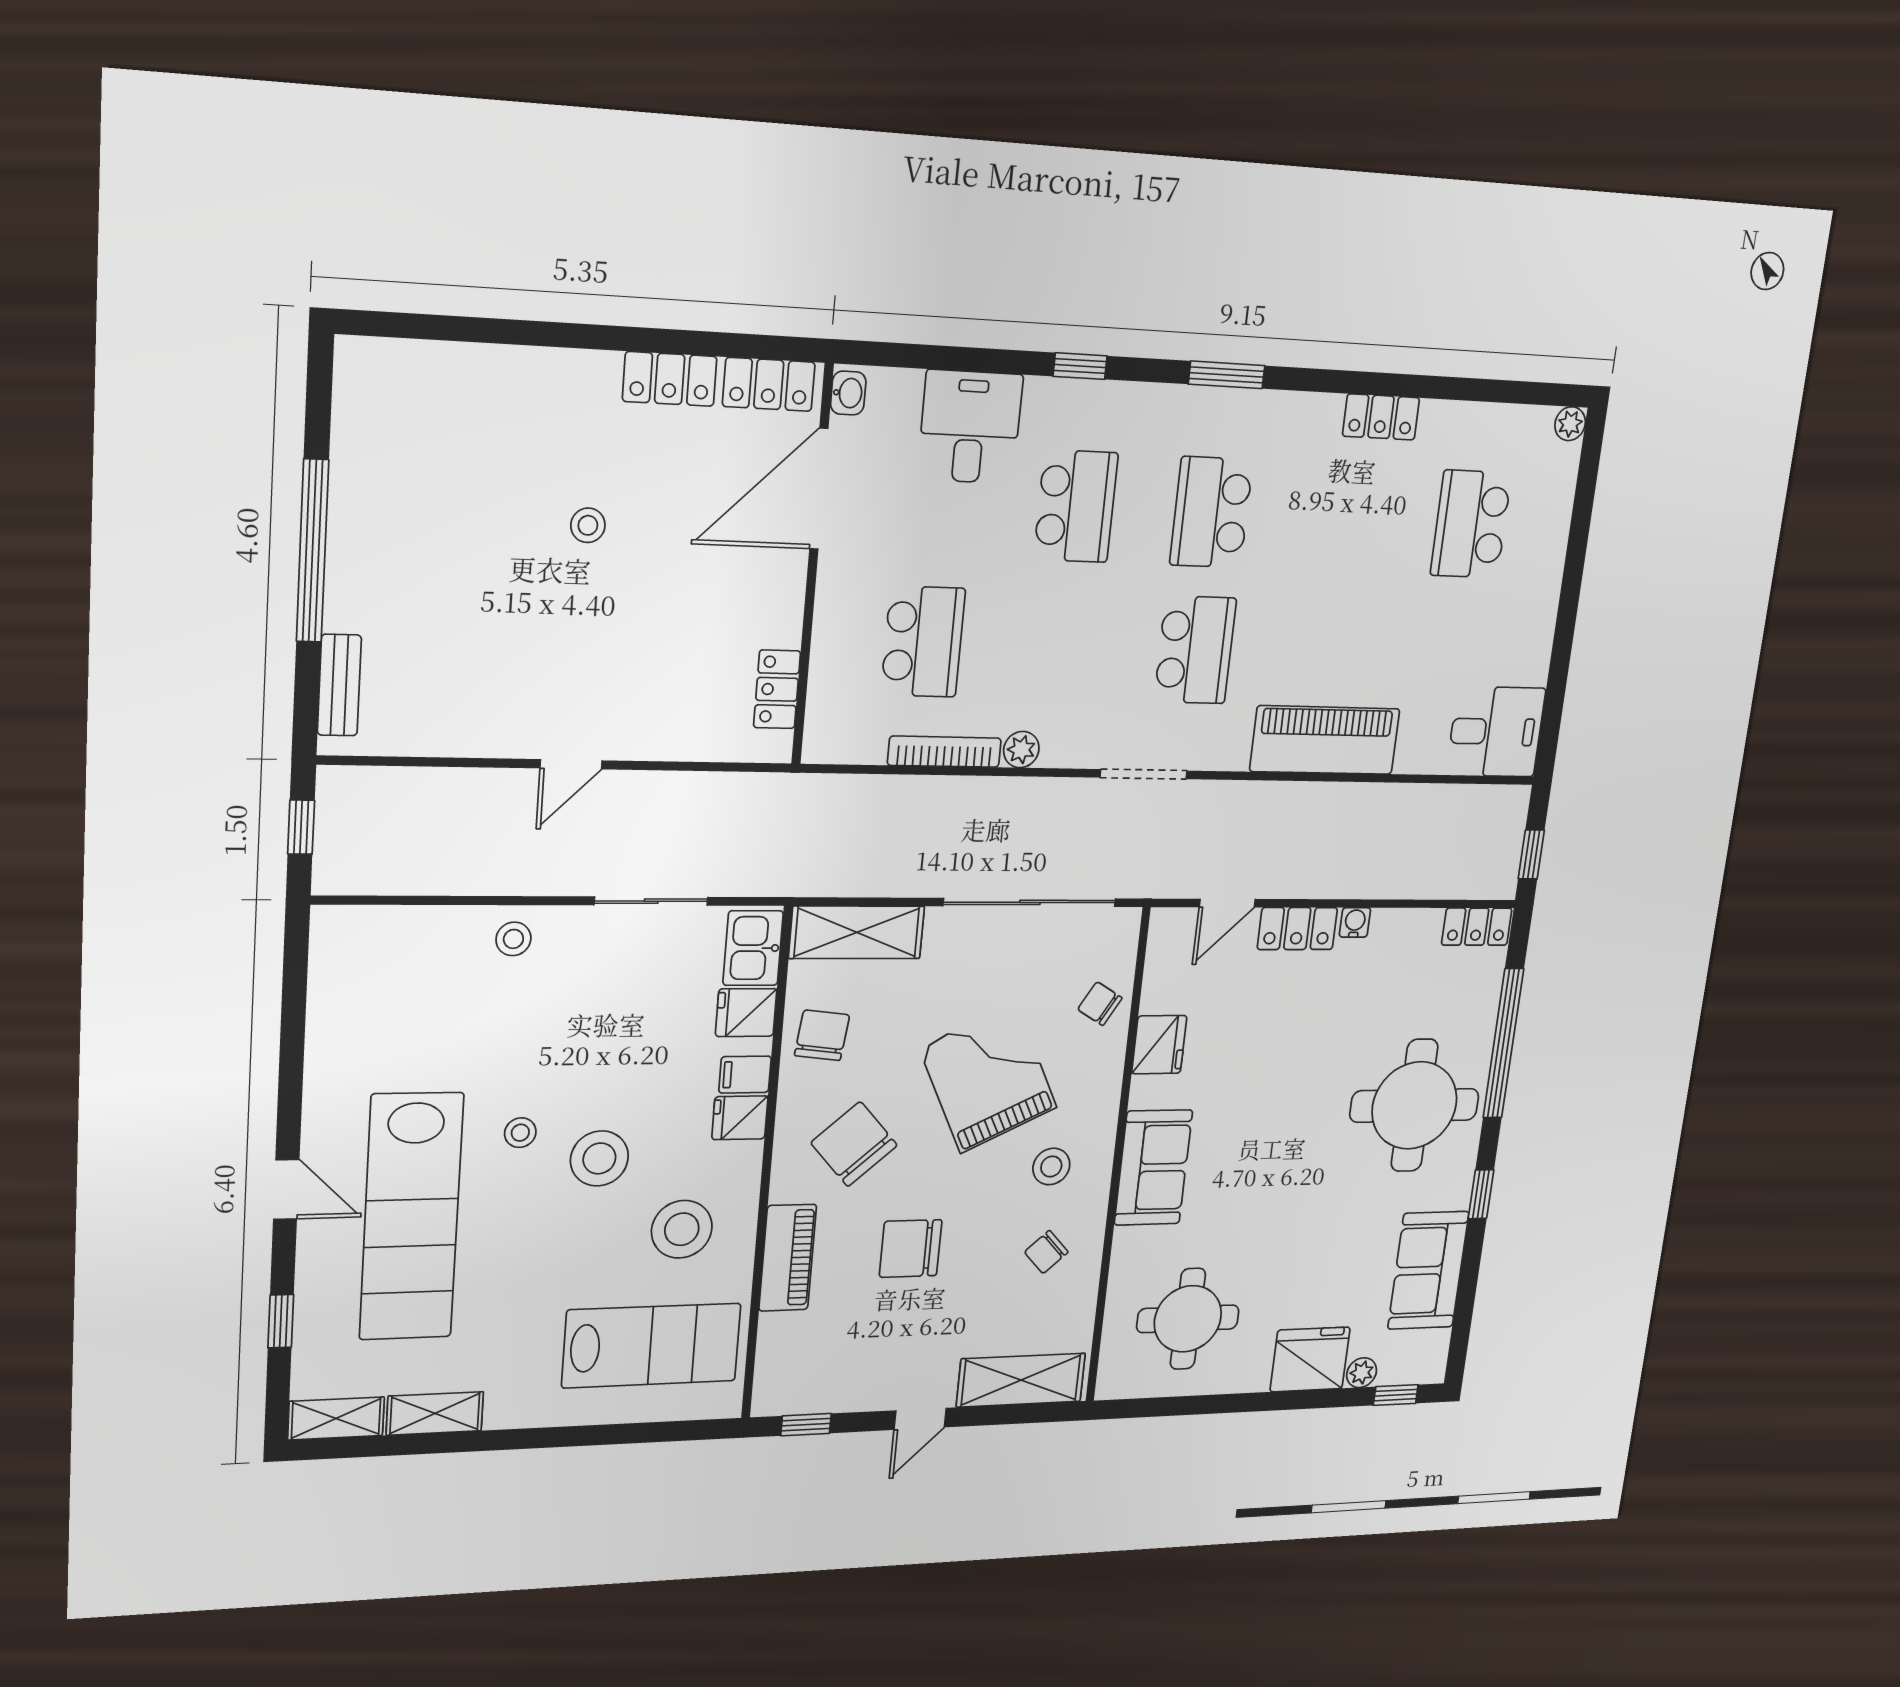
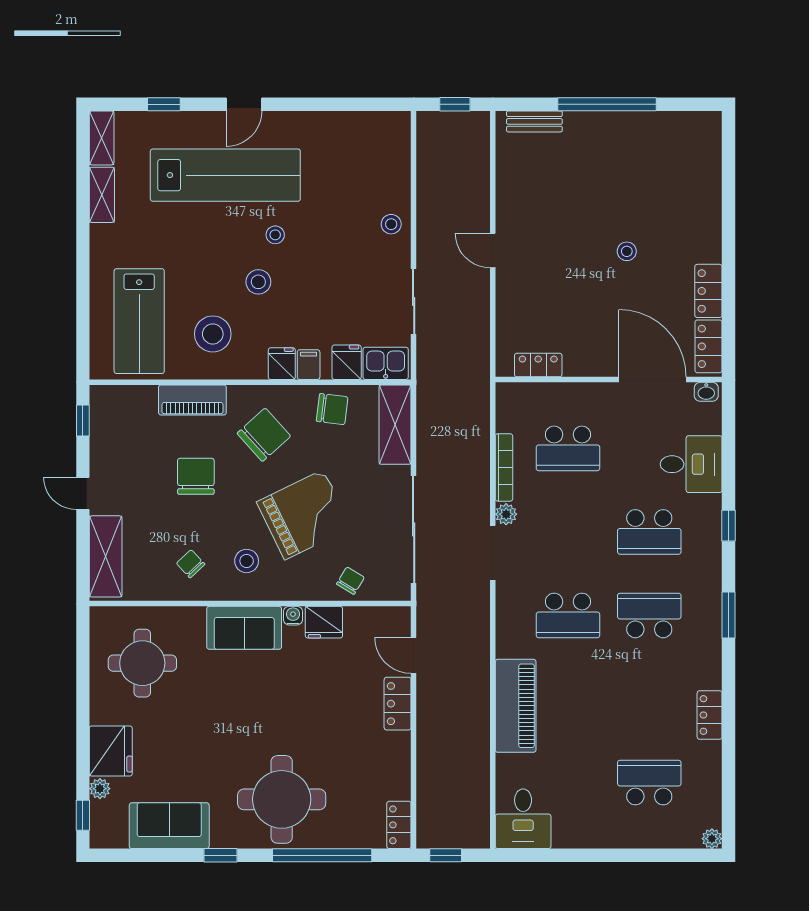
doorway: (1144, 774) -> (493, 553), moved
water cooler: (1355, 922) -> (293, 616), moved, turned -90
stool: (599, 1158) -> (258, 282), width x0.73, depth x0.73
lab bench: (411, 1217) -> (225, 175), turned 180

